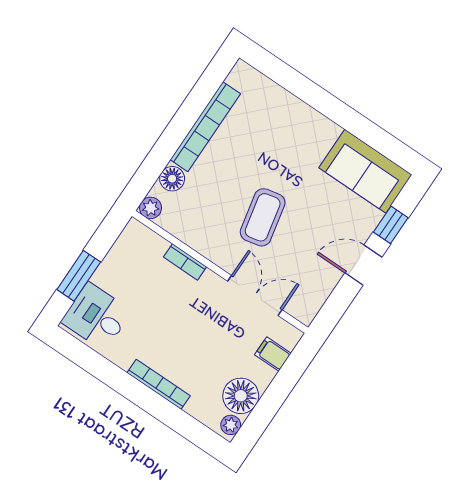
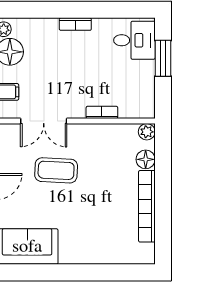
coffee table: (263, 217) -> (56, 170), moved, turned -75
bookcase: (159, 384) -> (75, 24), width x0.64

